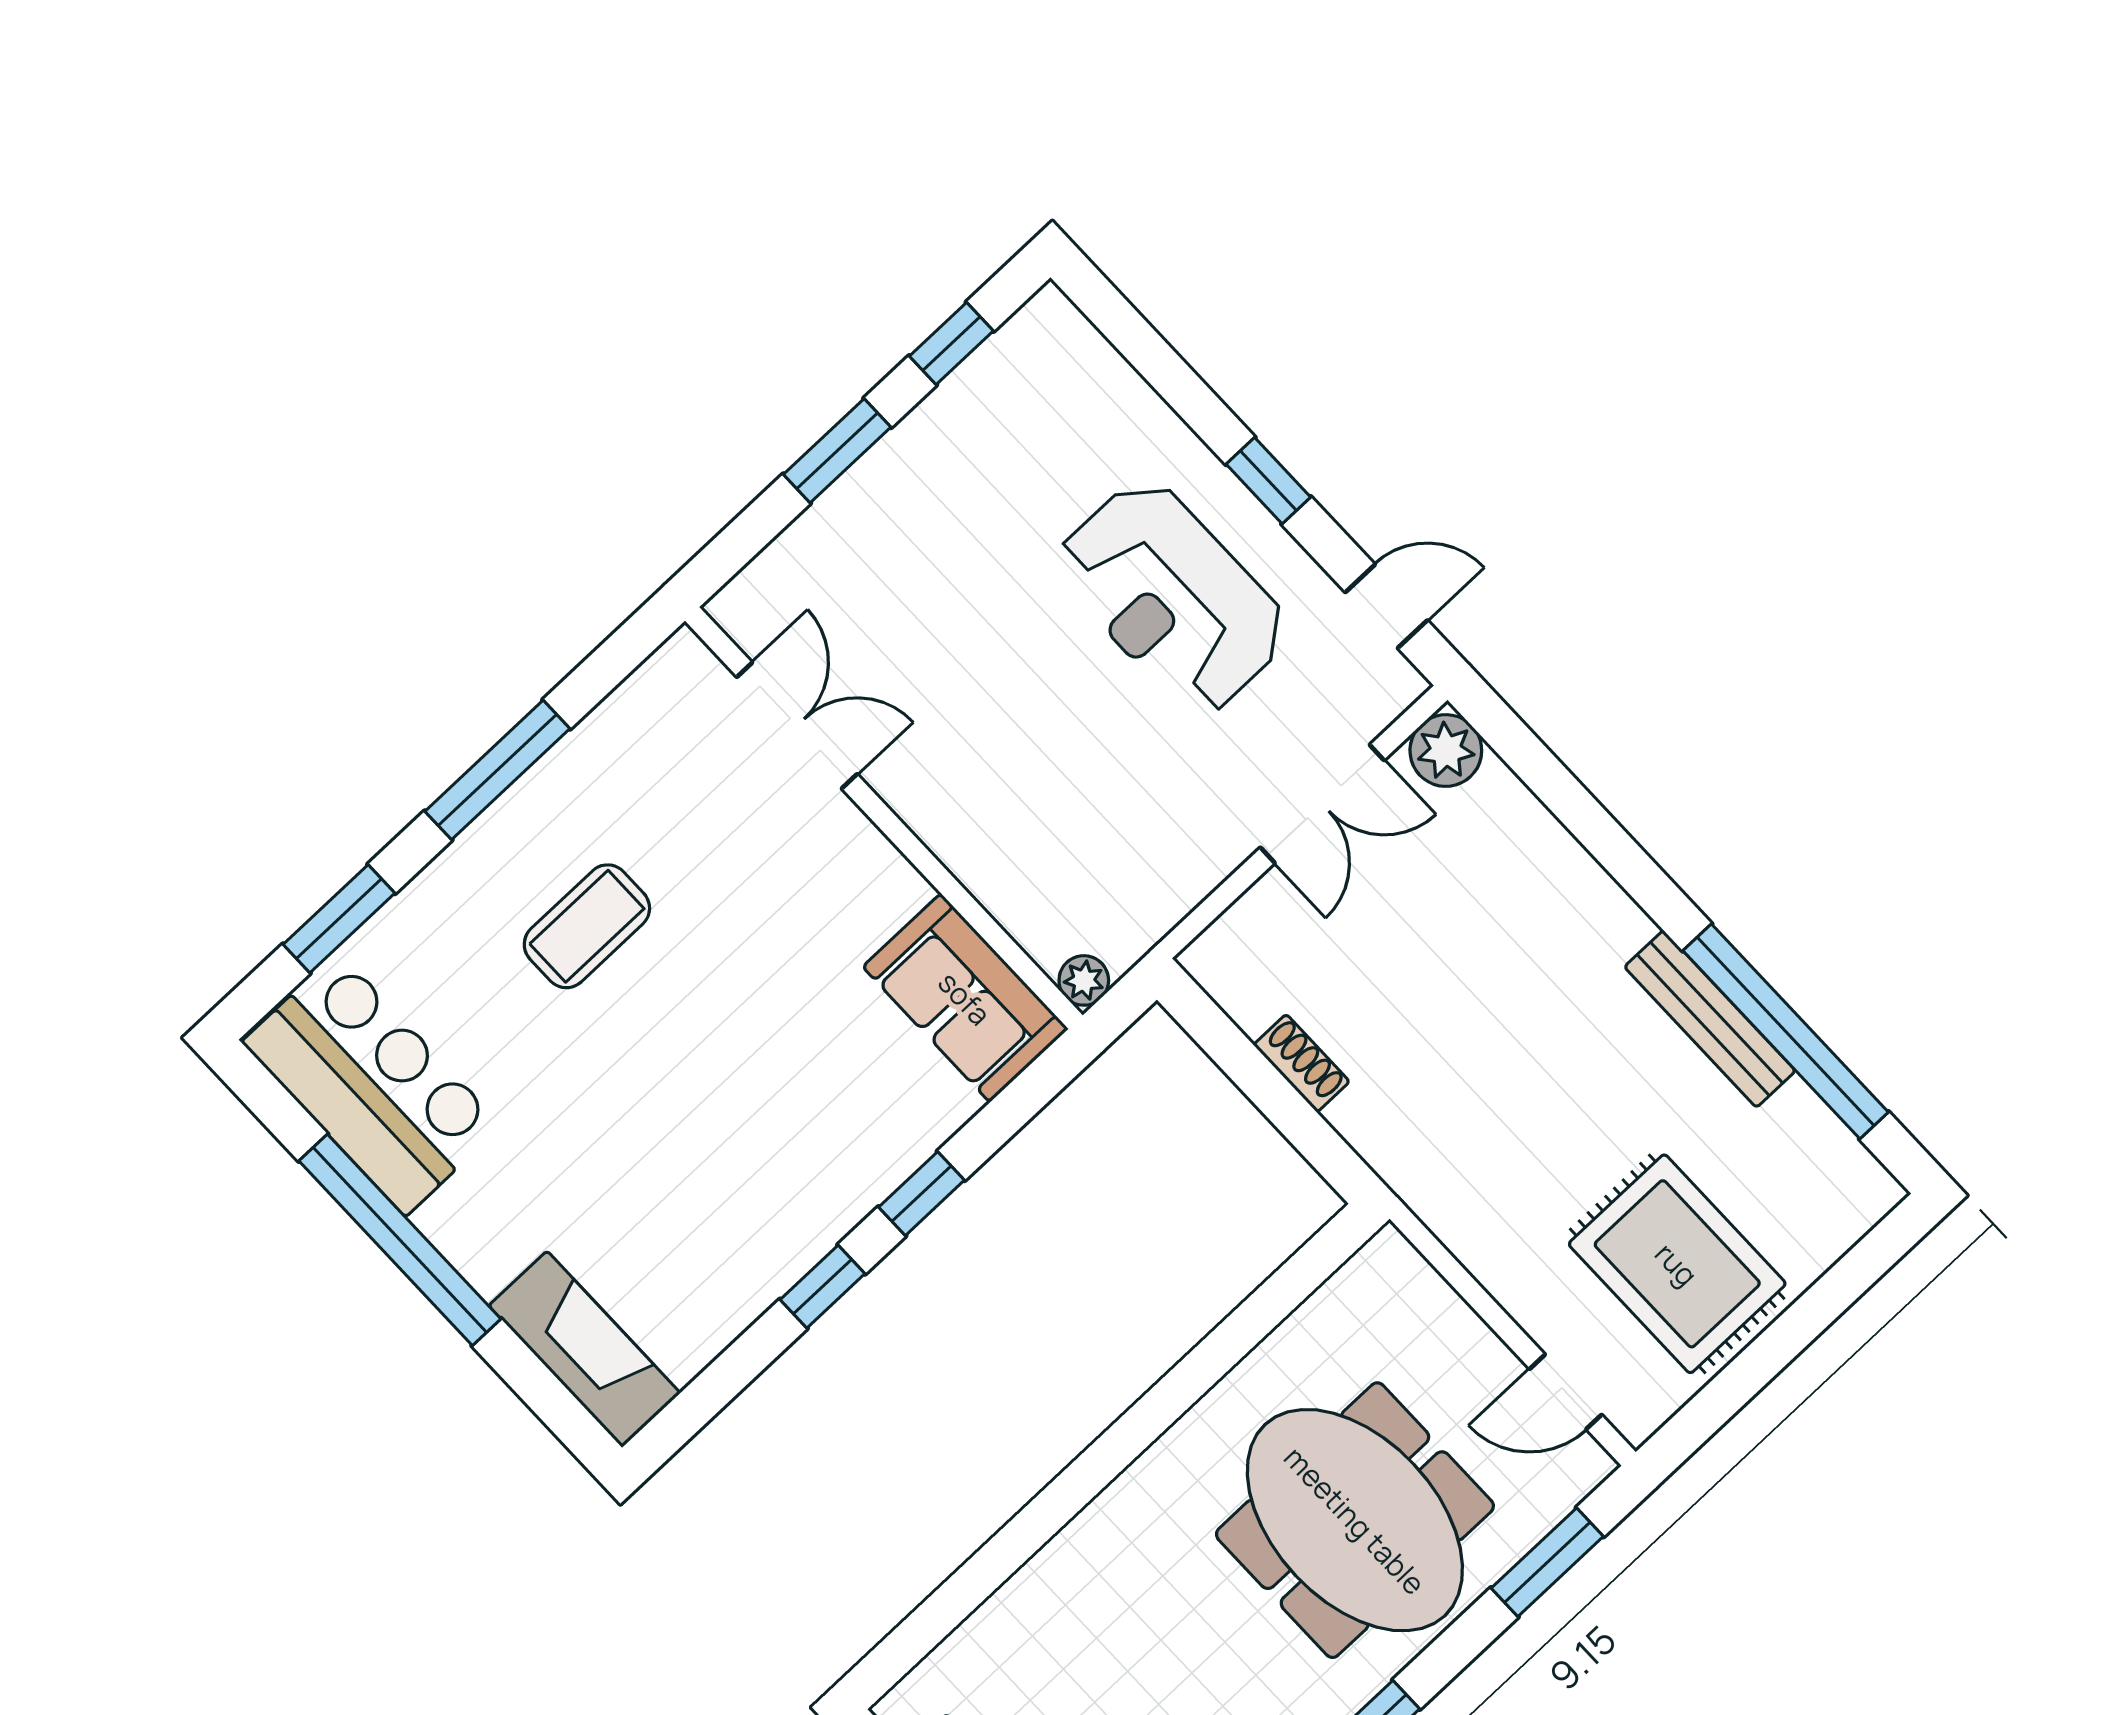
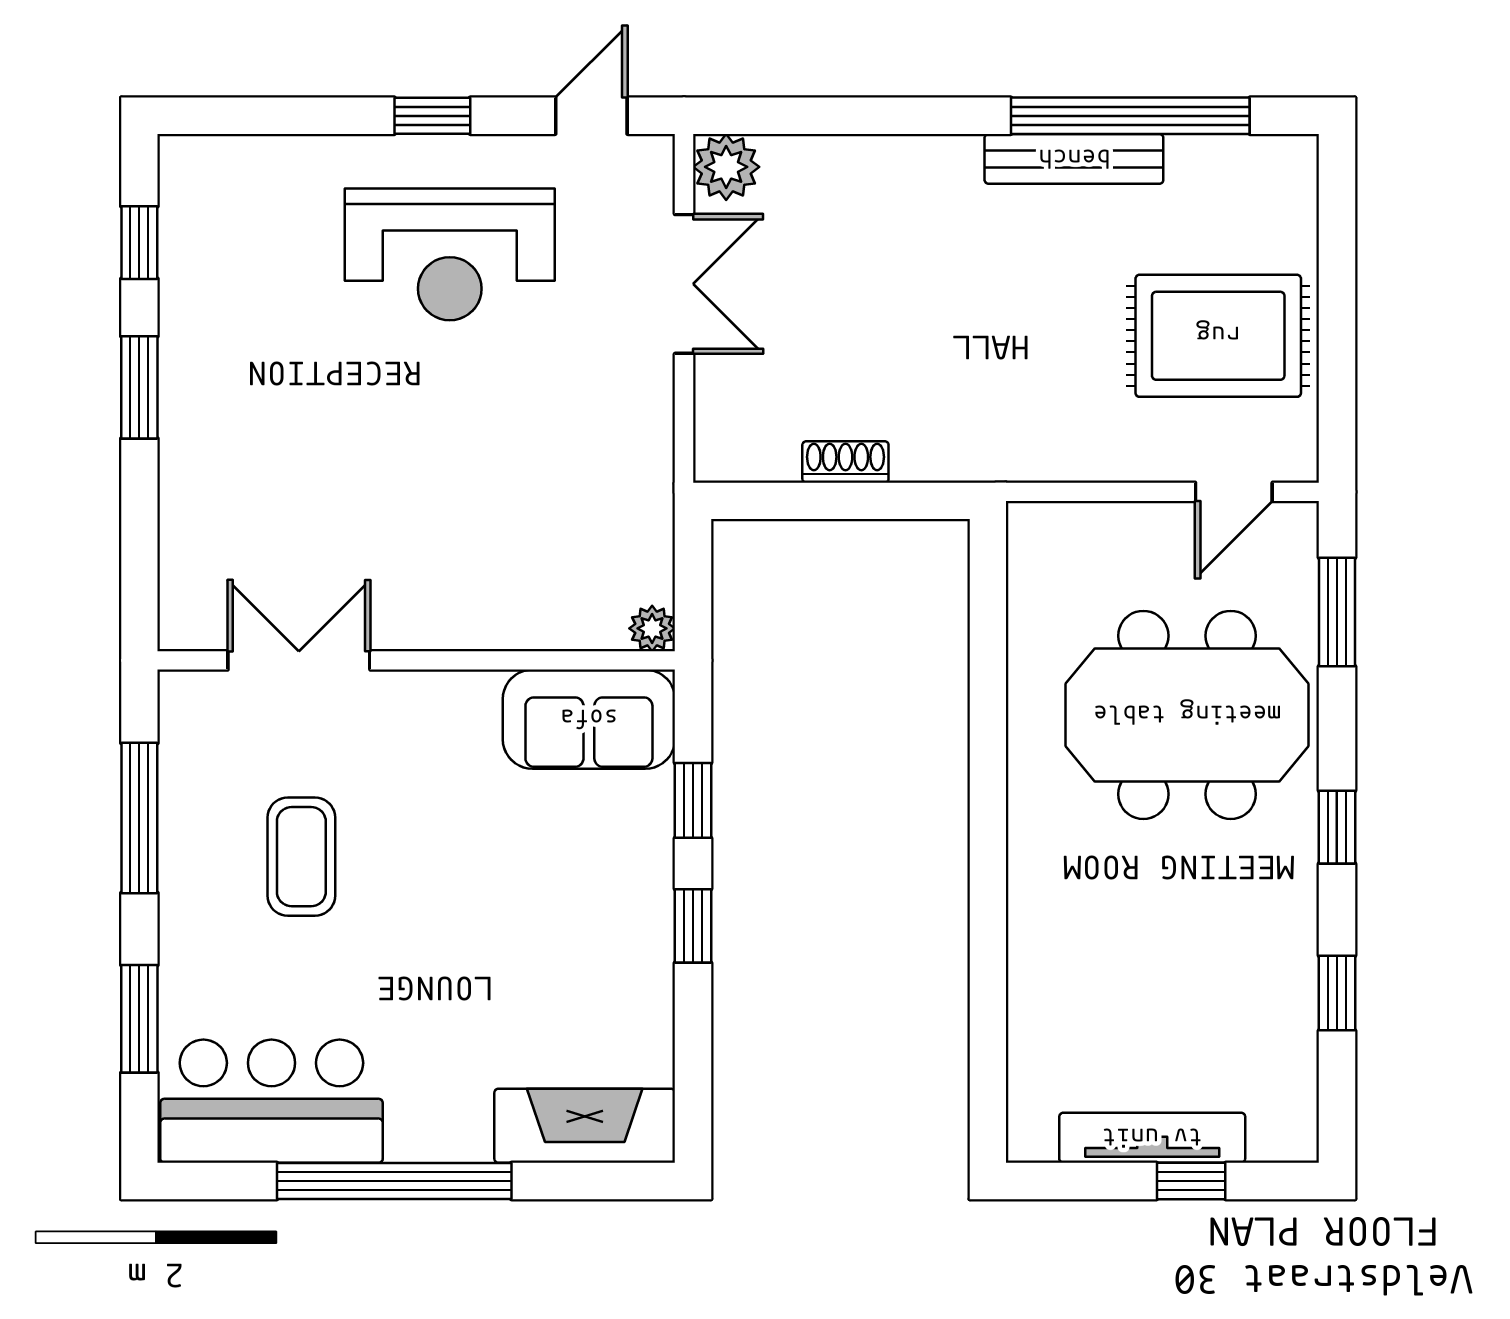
double door: (797, 726) -> (299, 660), moved
wall: (884, 818) -> (416, 660), moved
plant: (1084, 980) -> (652, 628), moved
sofa: (965, 998) -> (589, 719), moved

